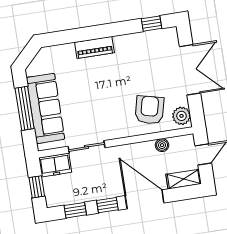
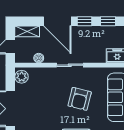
armchair: (149, 110) -> (80, 99), moved
sliding door: (87, 147) -> (70, 65), moved

